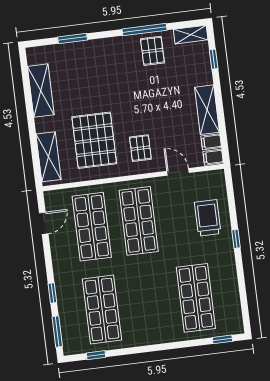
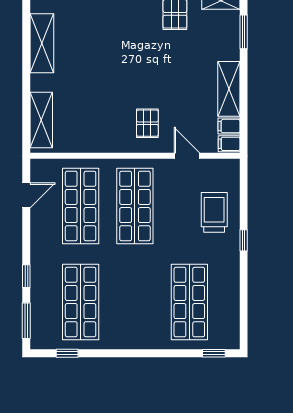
window: (214, 59) -> (244, 32), width x1.50
pallet: (94, 140) -> (96, 108), removed

